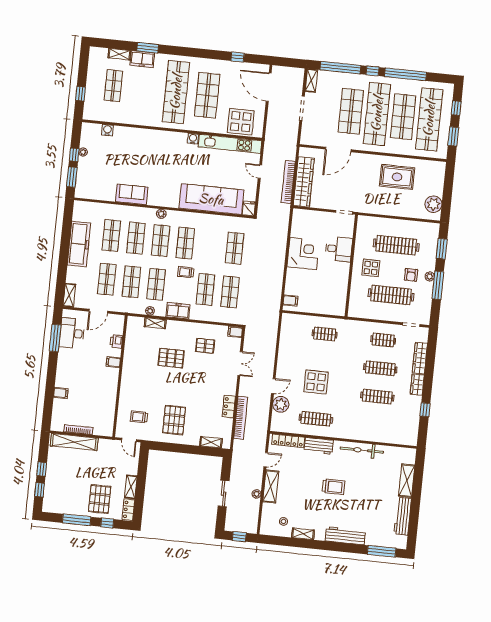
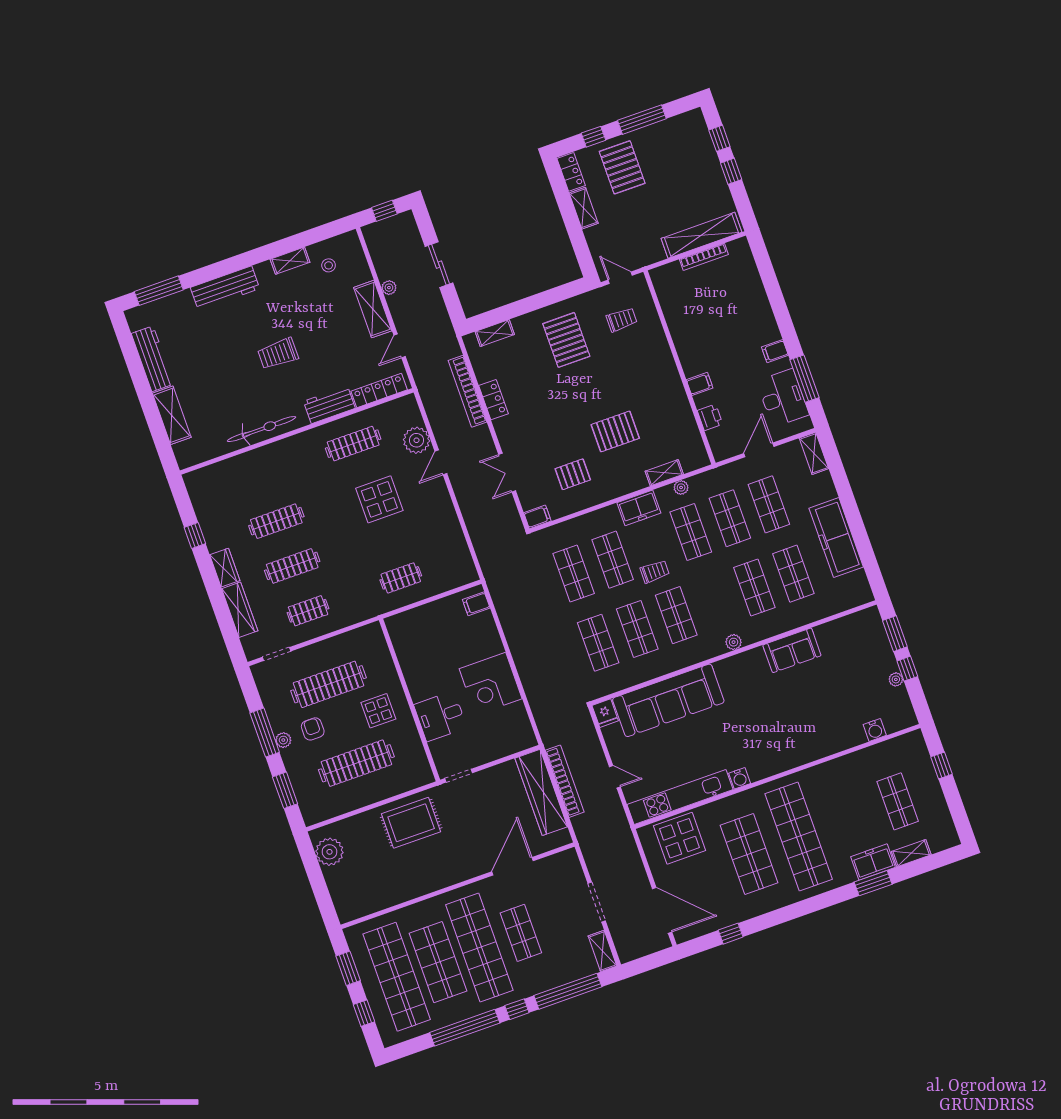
shop shelf: (351, 111) -> (521, 933), width x0.70, depth x0.74
rug: (397, 177) -> (411, 823), moved
shop shelf: (161, 241) -> (637, 629), moved
filing cabinet: (61, 393) -> (775, 351), moved

